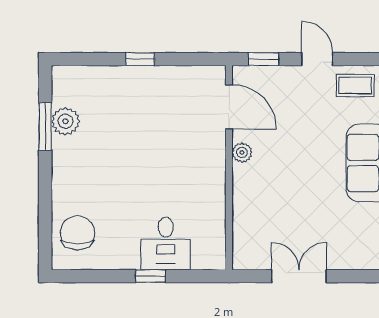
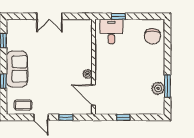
door: (229, 107) -> (94, 95), moved
plant: (242, 152) -> (88, 74), moved
wall: (229, 168) -> (94, 67), moved

